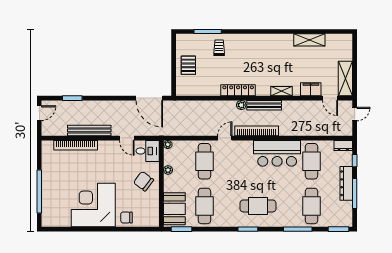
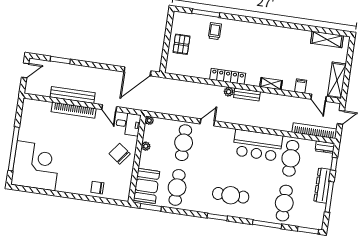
shelving: (309, 40) -> (327, 39), moved
filing cabinet: (311, 89) -> (301, 86), width x0.50
door: (149, 98) -> (137, 71), hinge flipped
bench: (264, 105) -> (247, 95), width x0.73
bookcase: (257, 131) -> (314, 131), moved
bookcase: (76, 145) -> (74, 110), moved
corner desk: (93, 205) -> (36, 166), moved, turned 90

